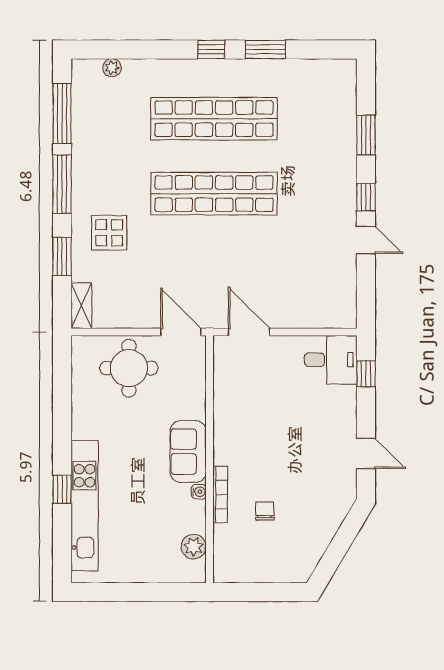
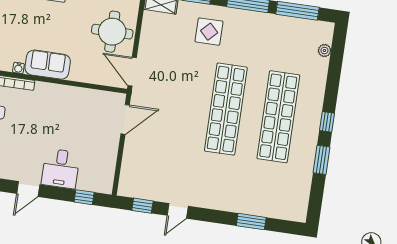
window: (366, 197) -> (142, 206), moved
door: (181, 332) -> (132, 72), swing flipped
desk: (331, 360) -> (61, 169), moved

